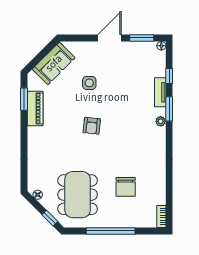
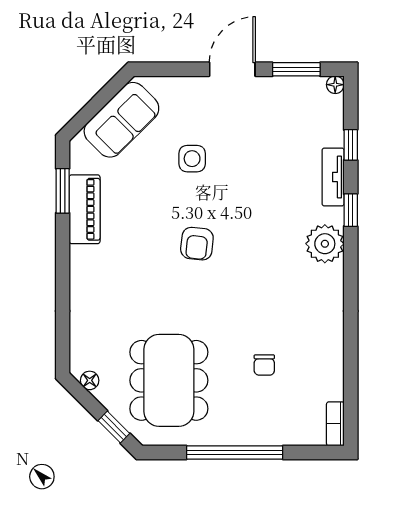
window: (169, 109) -> (351, 210), width x0.67
plant: (161, 121) -> (325, 244), width x1.87, depth x1.87
chair: (126, 187) -> (264, 365), width x0.54, depth x0.54

